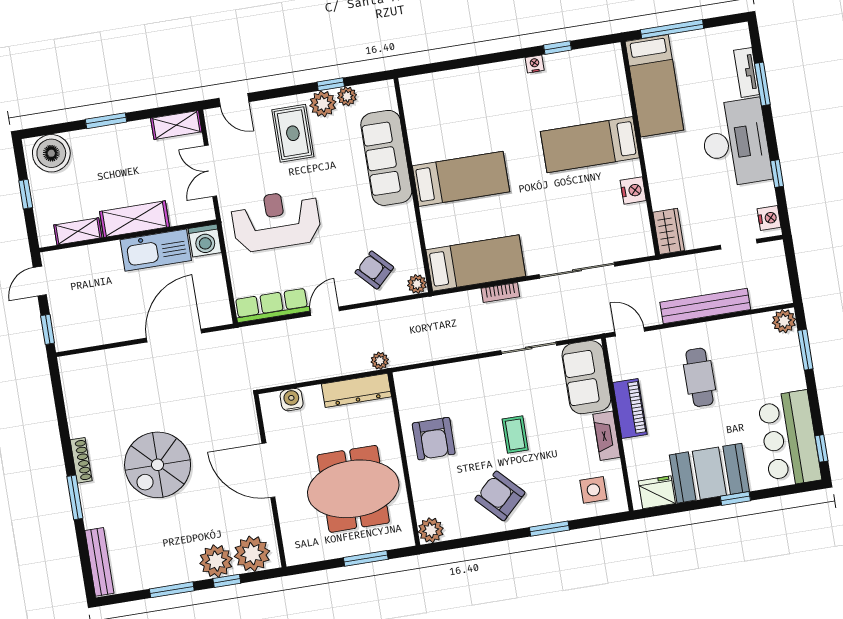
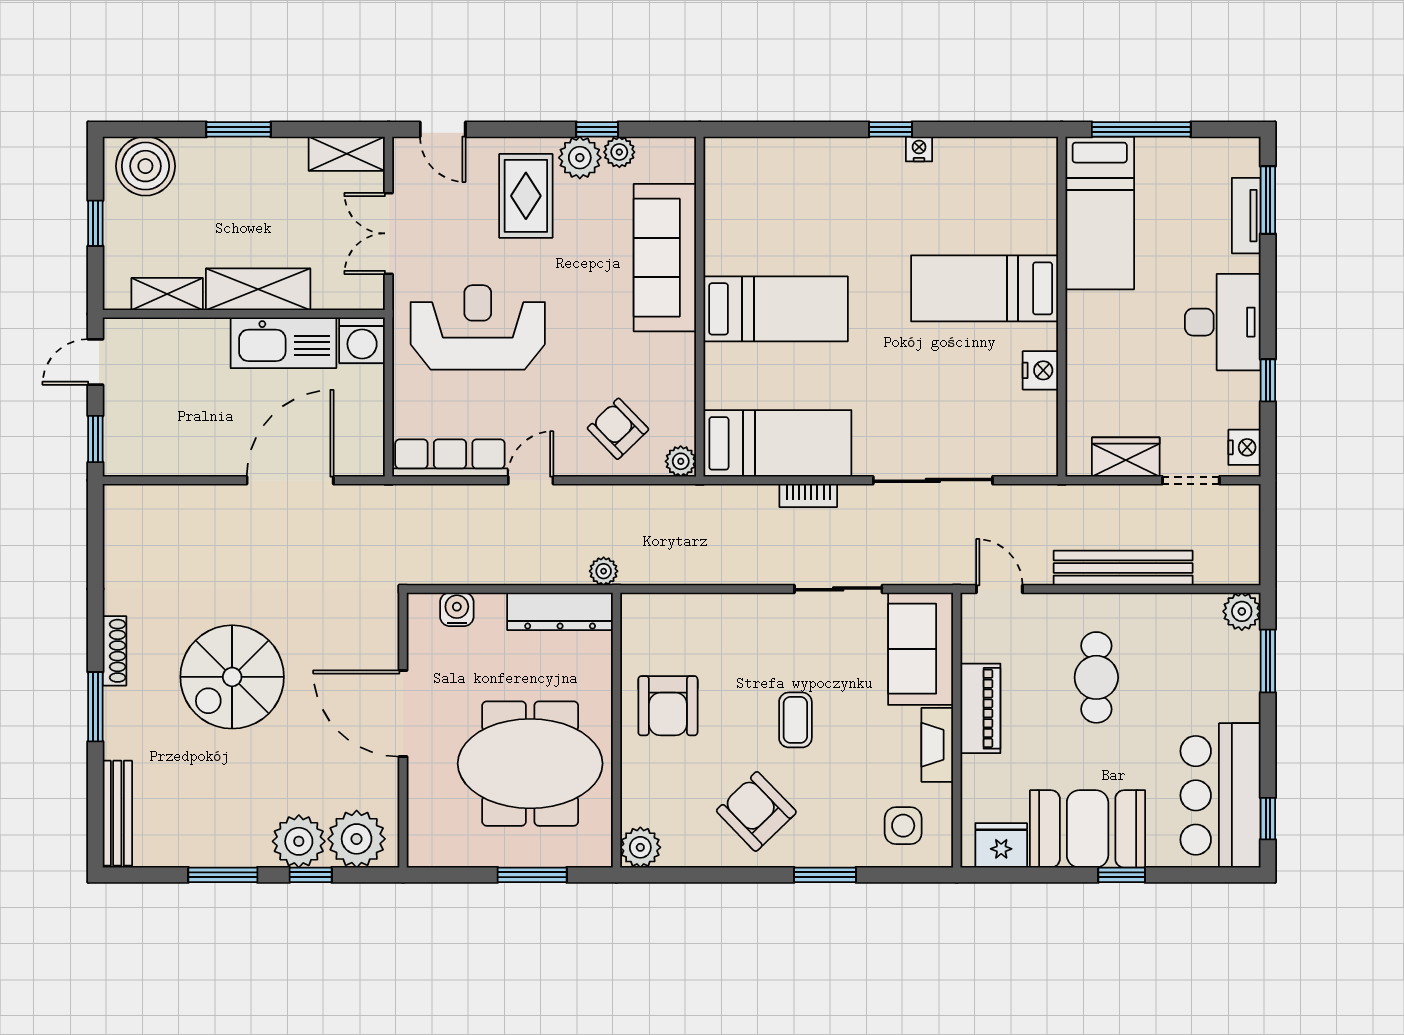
window: (557, 48) -> (891, 129), moved
window: (762, 84) -> (1268, 200), moved
desk: (736, 143) -> (1223, 322), width x0.73, depth x0.77
wardrobe: (669, 231) -> (1126, 457), moved, turned -90

